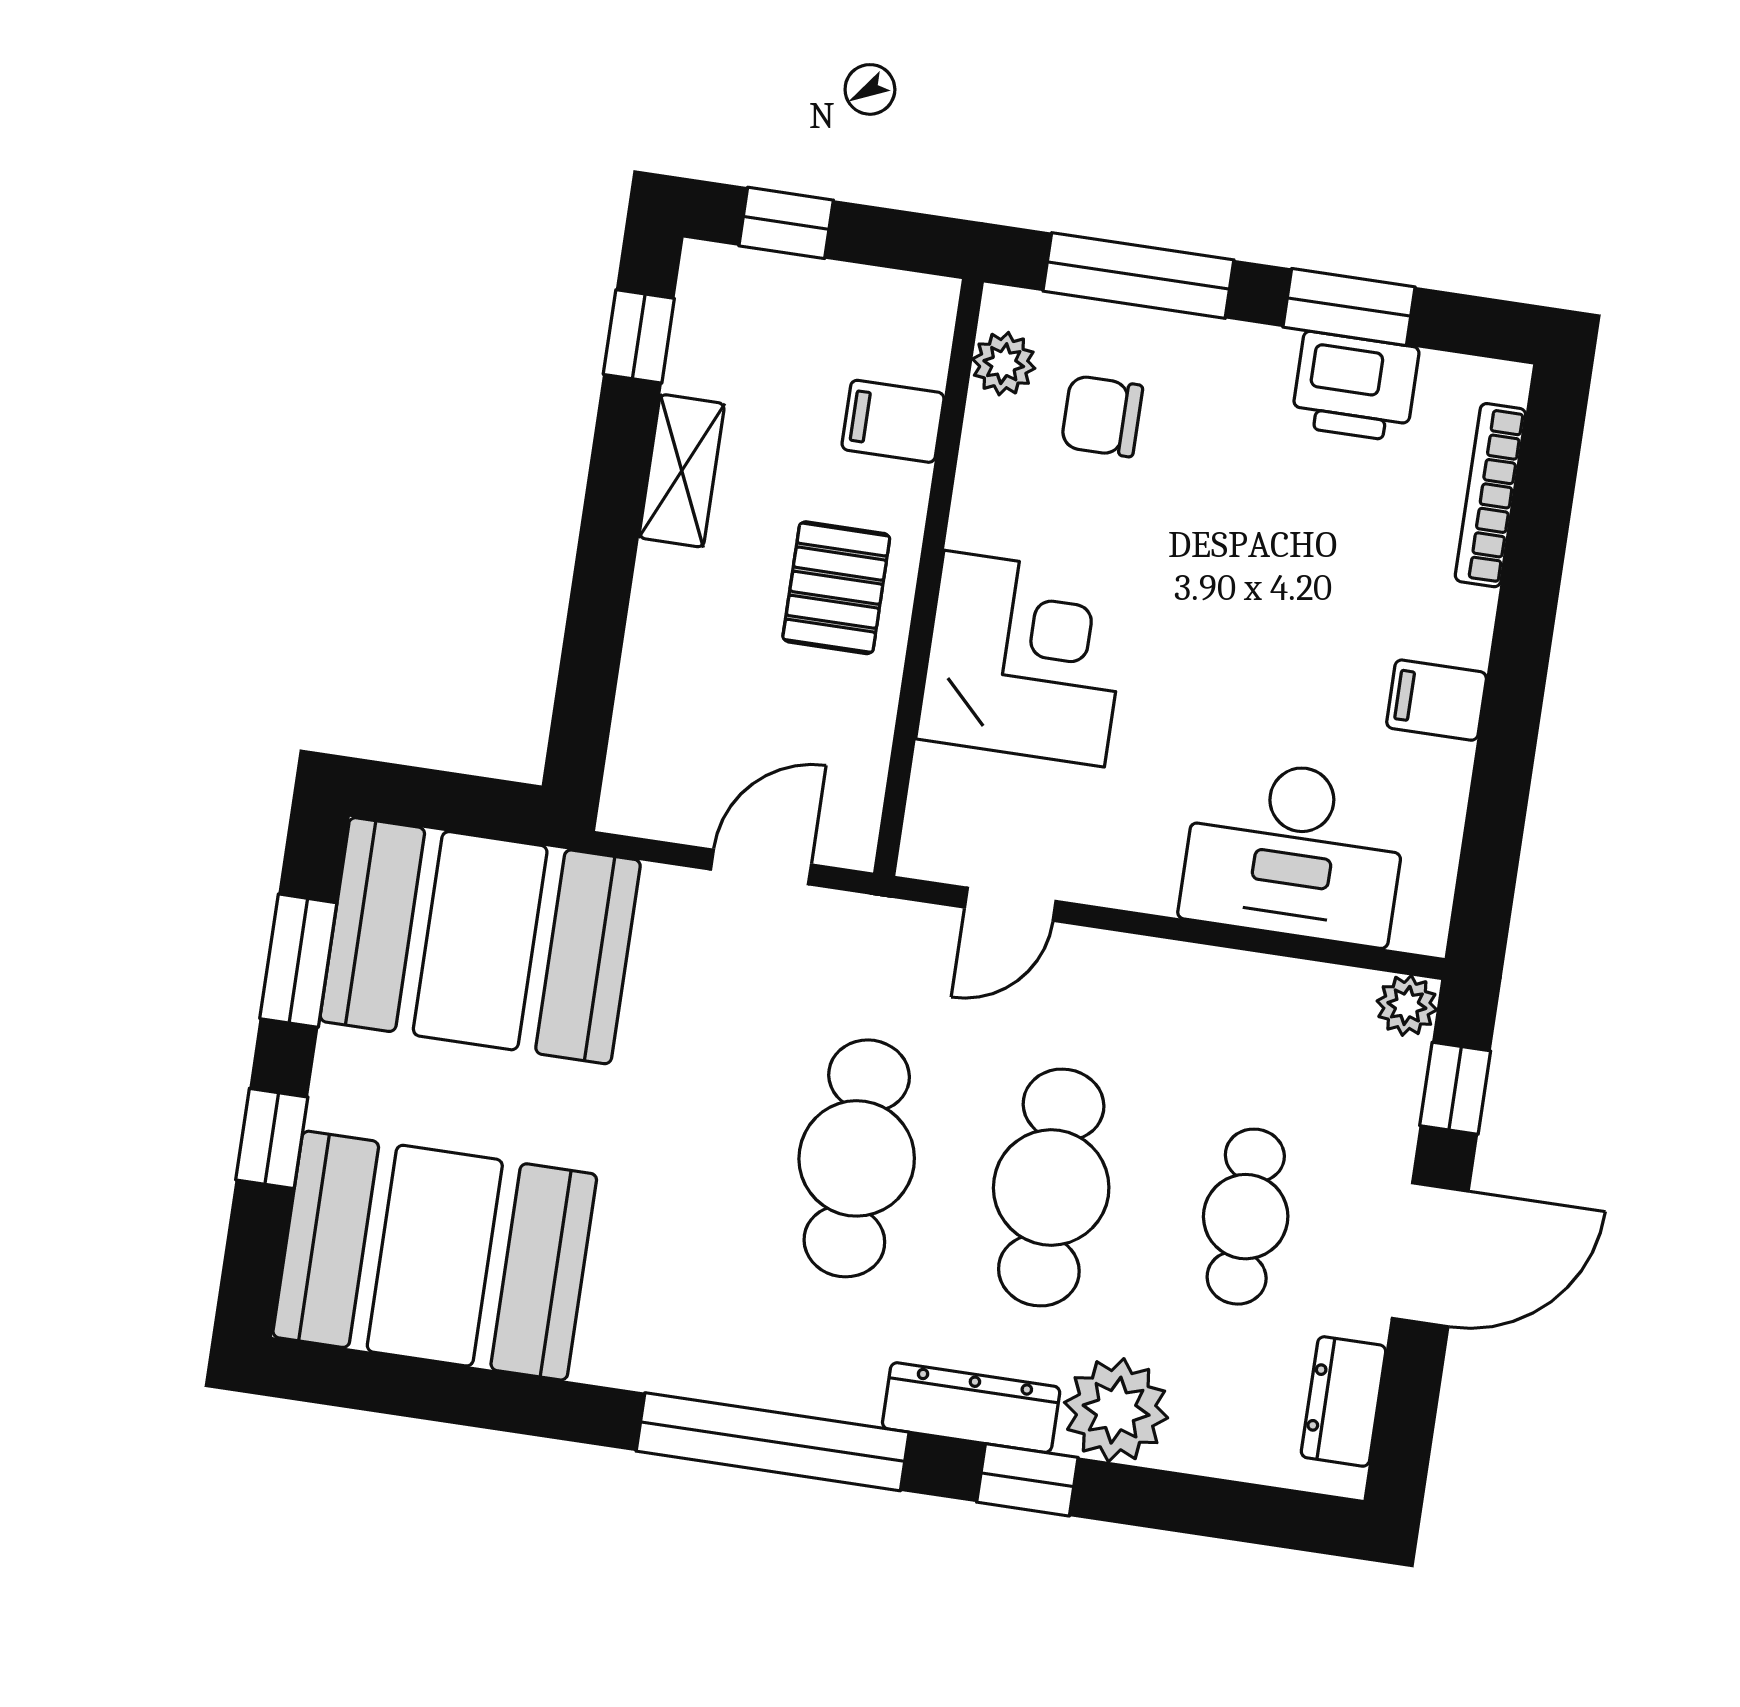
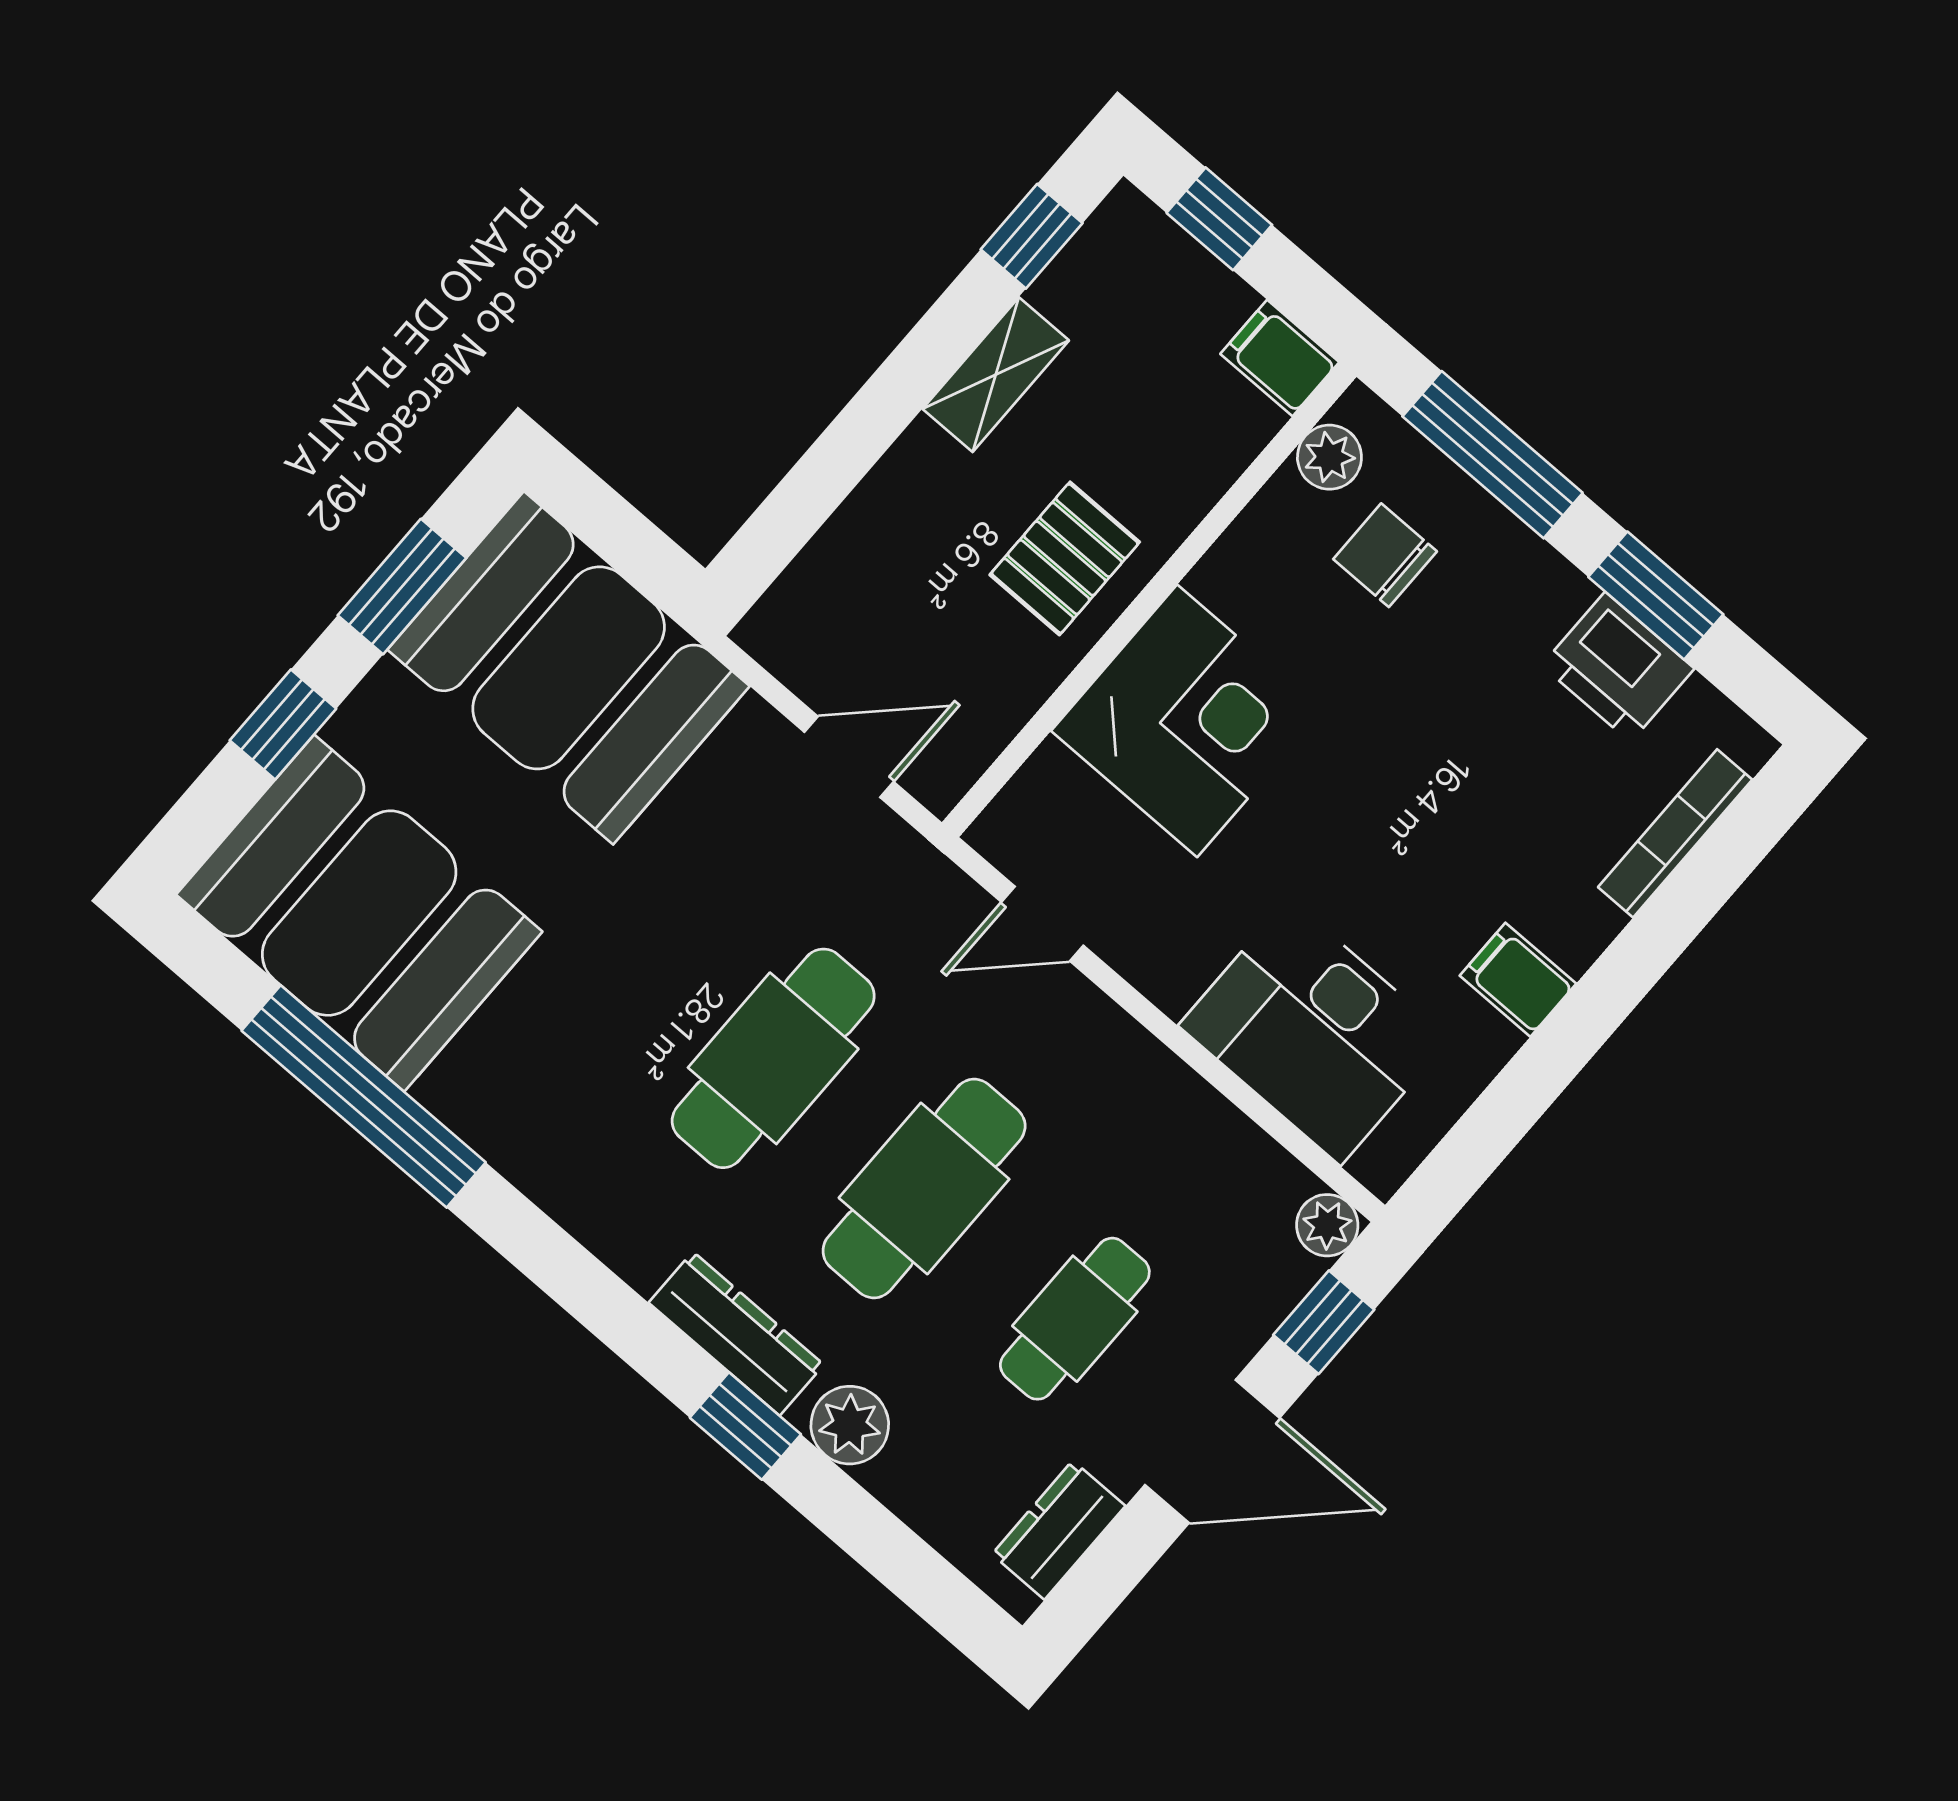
filing cabinet: (893, 421) -> (1280, 358), moved
plant: (1116, 1410) -> (850, 1425), width x0.73, depth x0.73
window: (773, 1442) -> (364, 1096), moved

